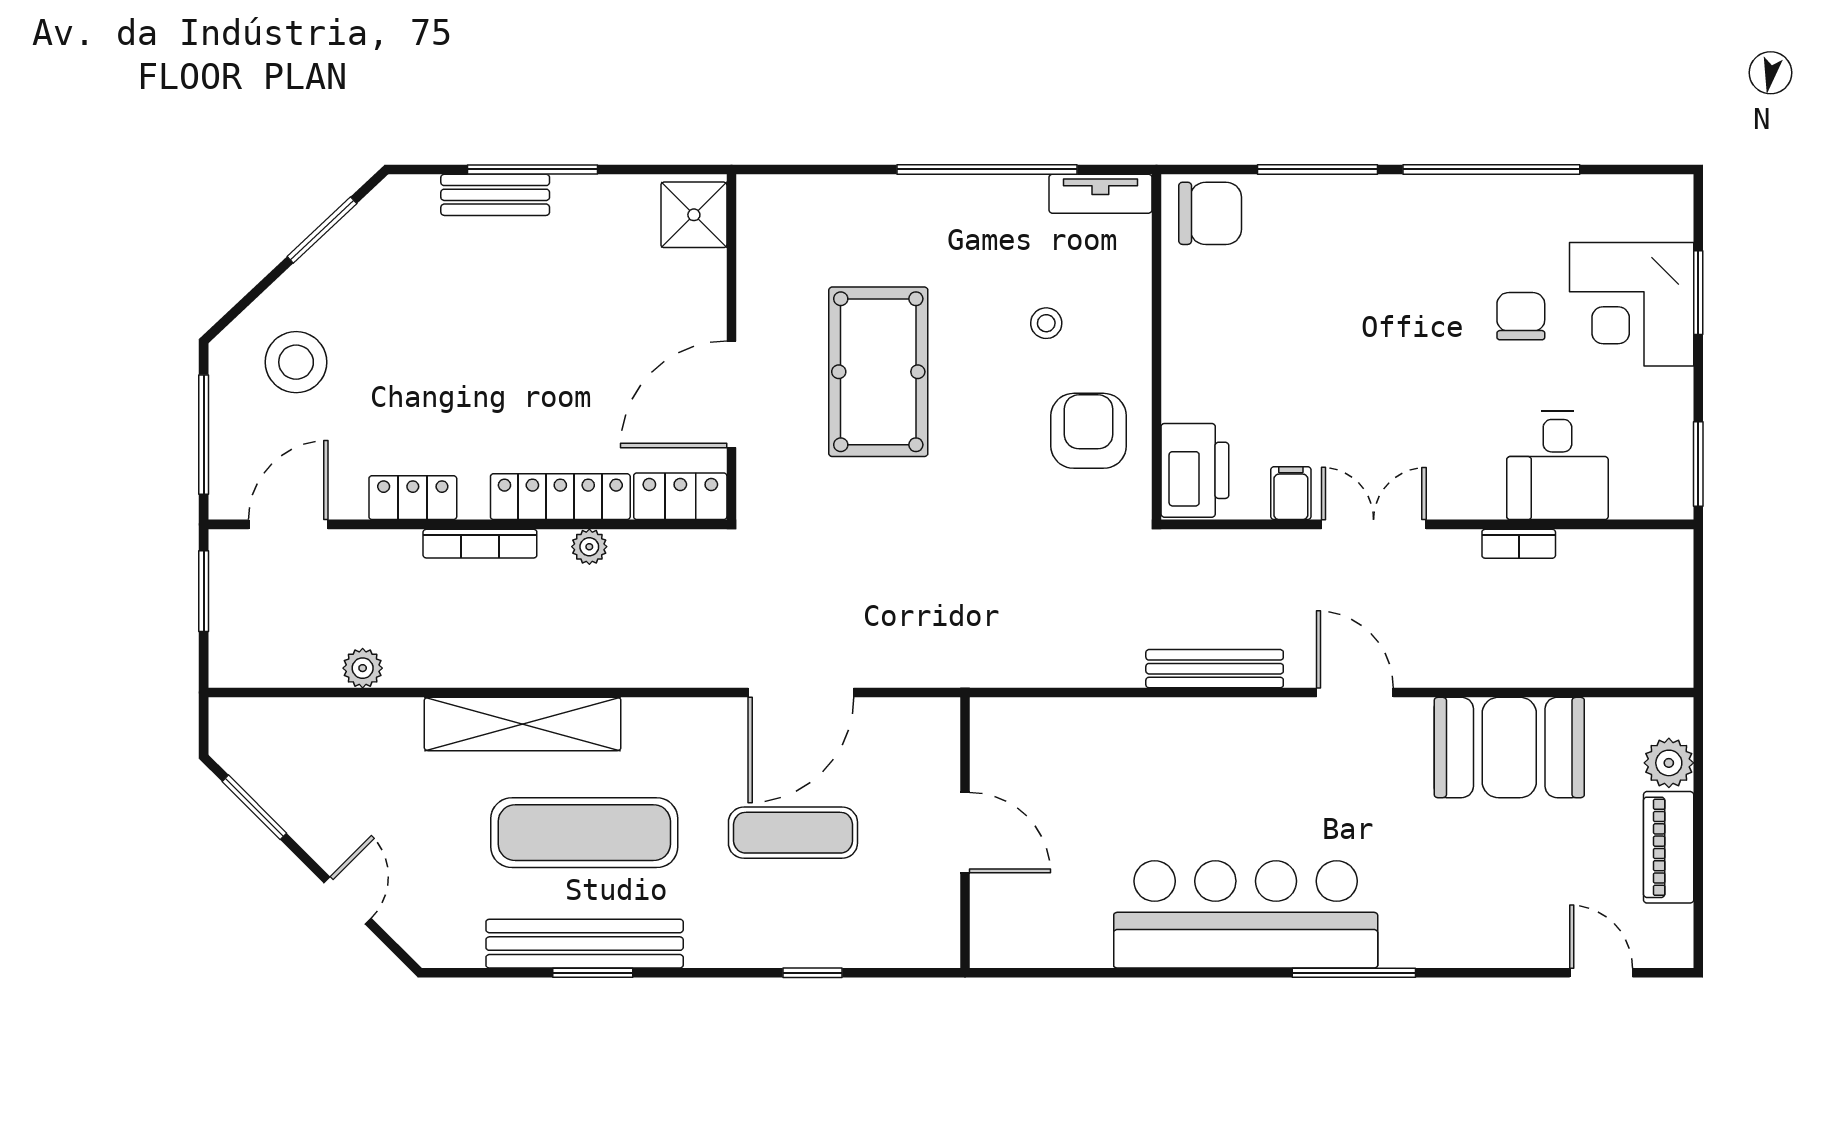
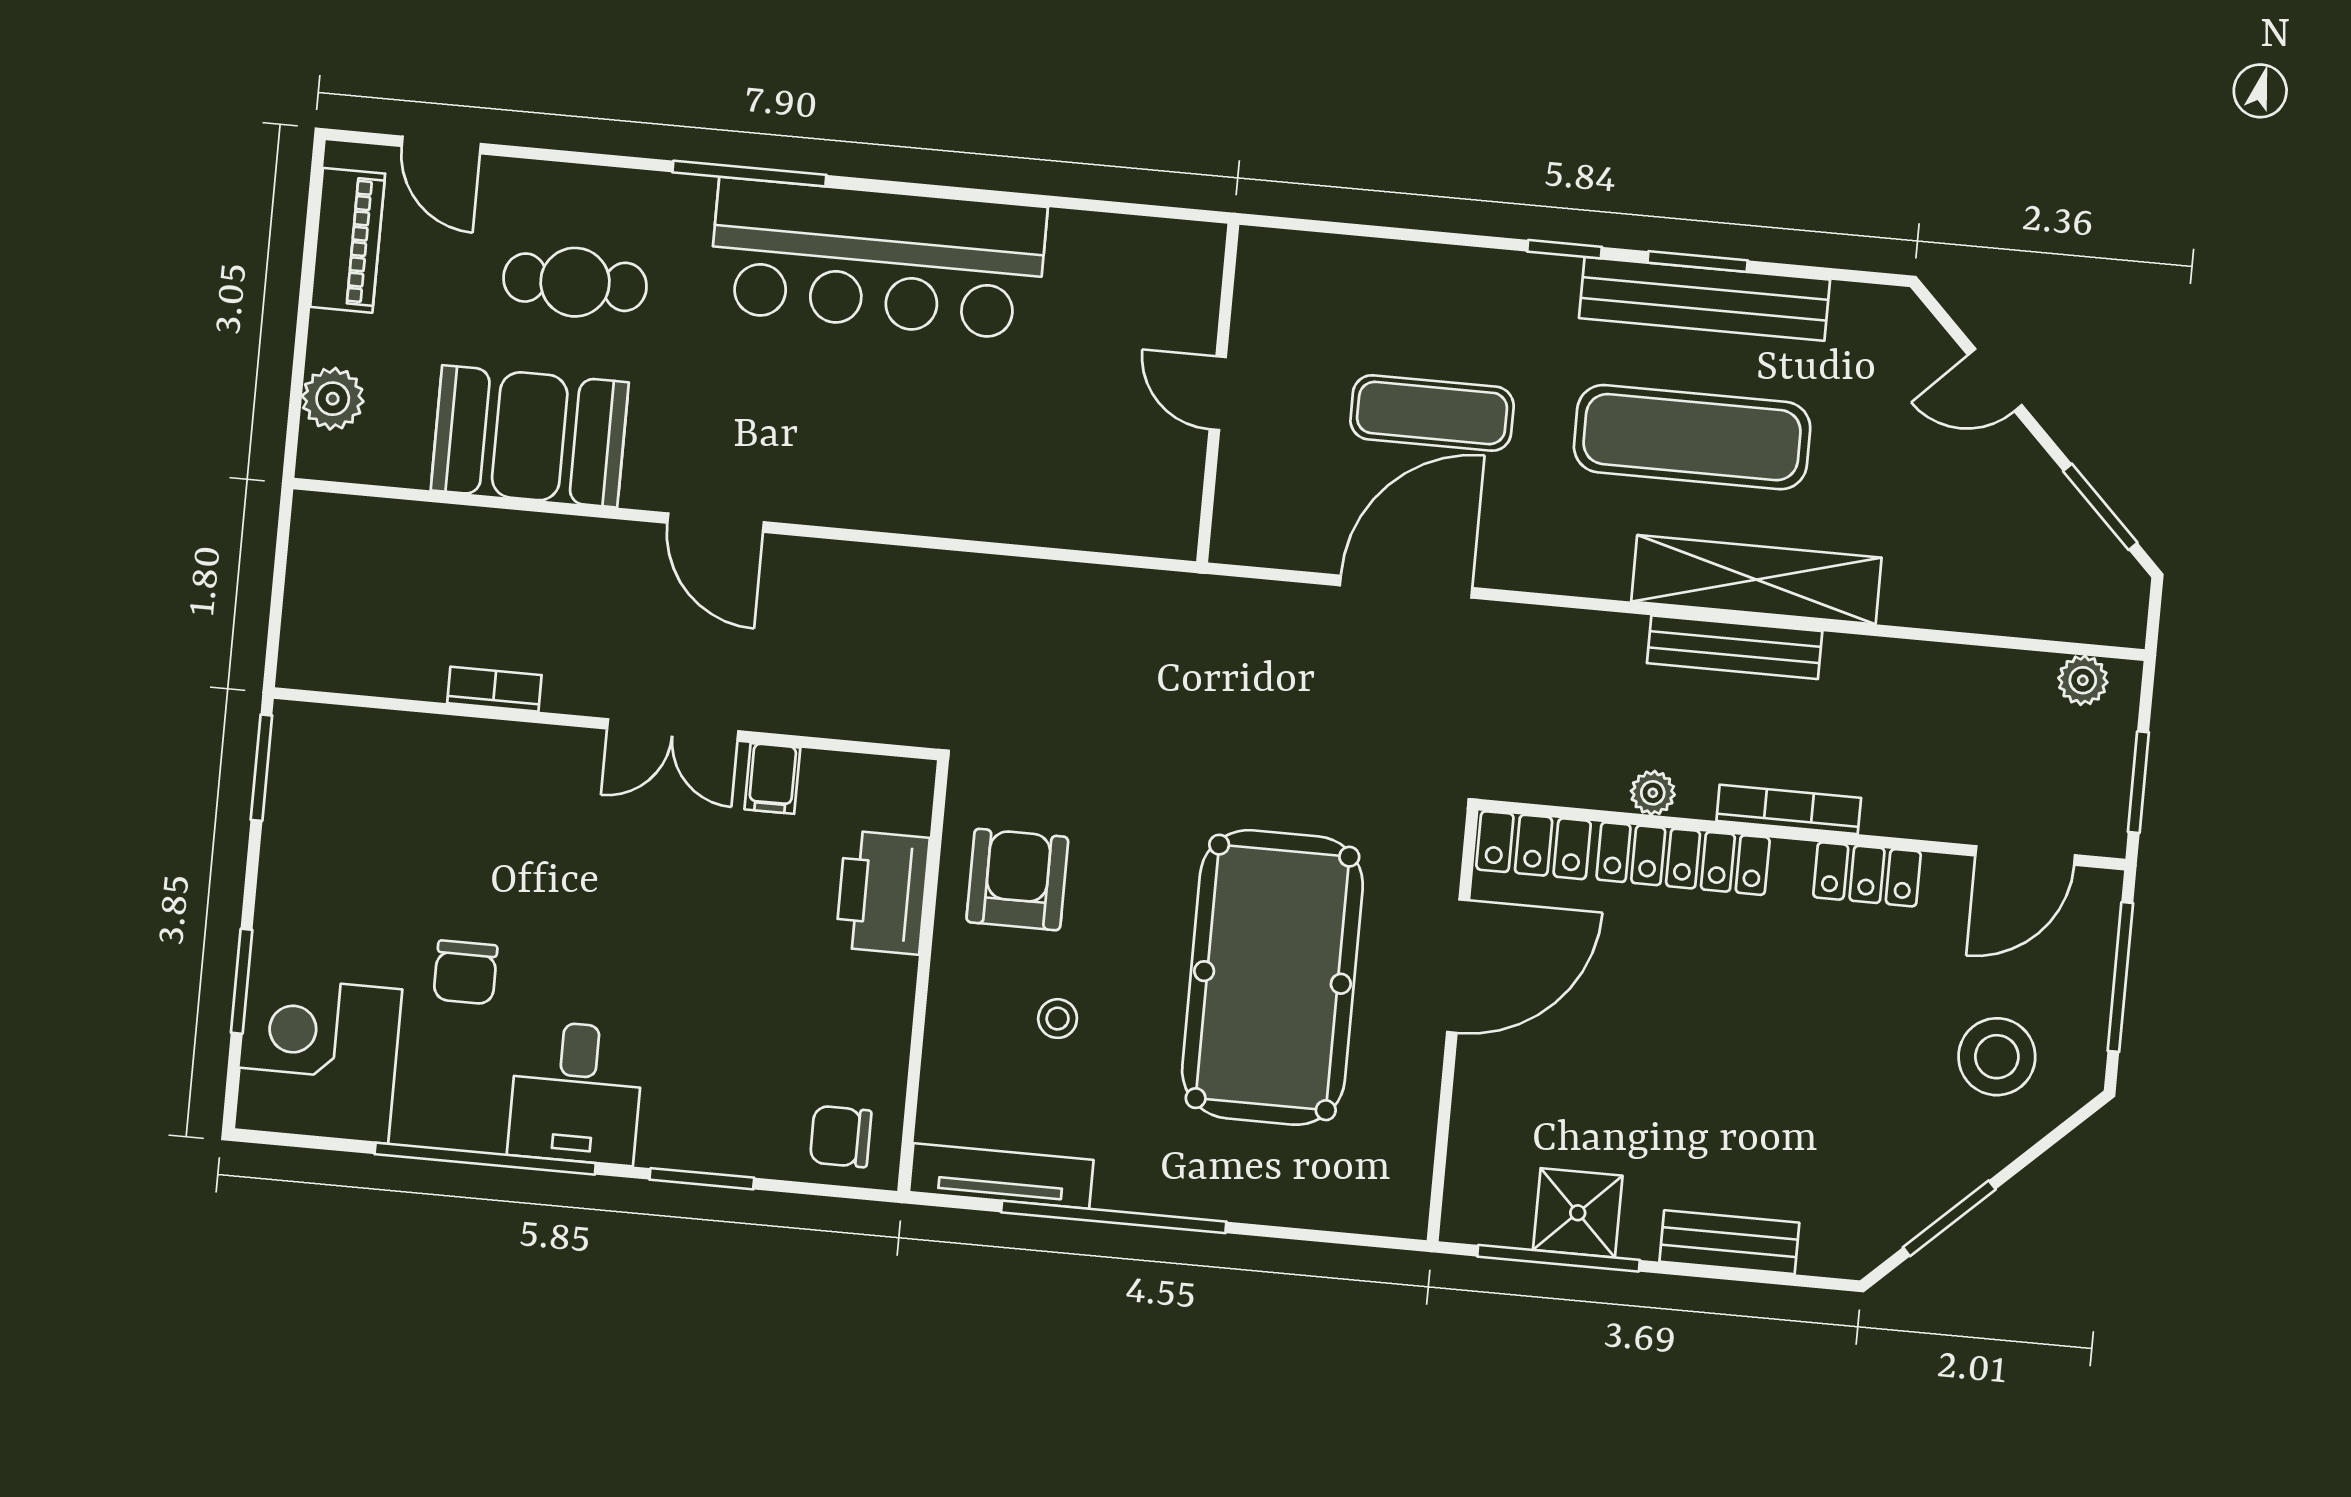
window: (533, 169) -> (1559, 1258), moved
window: (1317, 169) -> (702, 1179), width x0.69
tv unit: (1100, 194) -> (1001, 1176), width x1.41
chair: (1210, 213) -> (841, 1136), width x0.73, depth x0.73
shower: (694, 215) -> (1578, 1213), moved
corner desk: (1632, 304) -> (318, 1059), moved, turned -90
pool table: (878, 372) -> (1272, 977), width x1.36, depth x1.32
armchair: (1089, 431) -> (1017, 880), turned 180
desk: (1557, 465) -> (576, 1093), moved, turned 180
printer: (1195, 470) -> (882, 892), moved
plant: (363, 668) -> (2083, 680), moved
bench: (1215, 669) -> (1735, 647), moved
door: (965, 833) -> (1218, 393), width x0.73
piano: (1669, 847) -> (348, 240), moved
cafe table: (1485, 873) -> (575, 282), added
door: (348, 900) -> (1995, 380), hinge flipped
window: (812, 973) -> (1565, 249), moved

